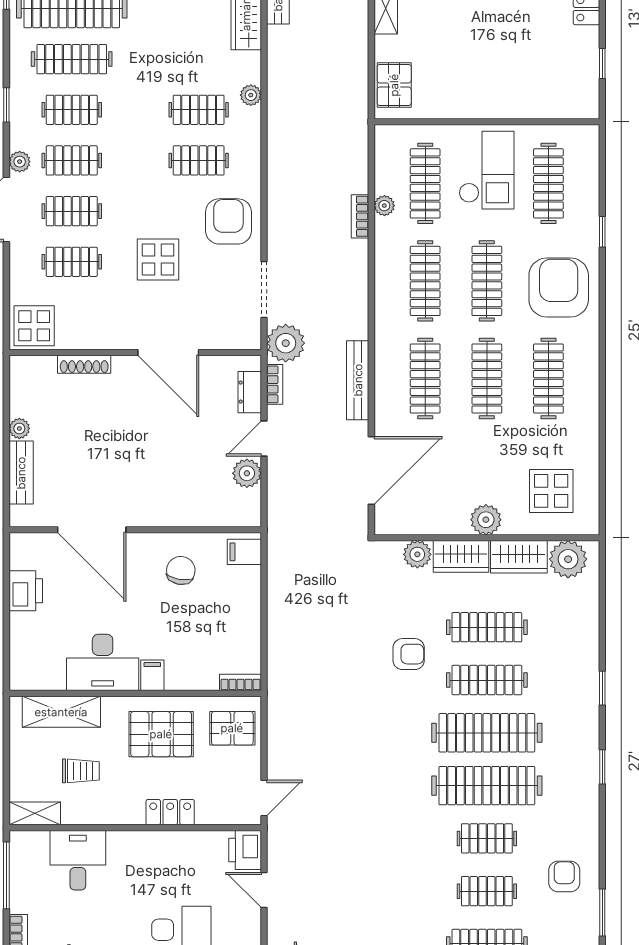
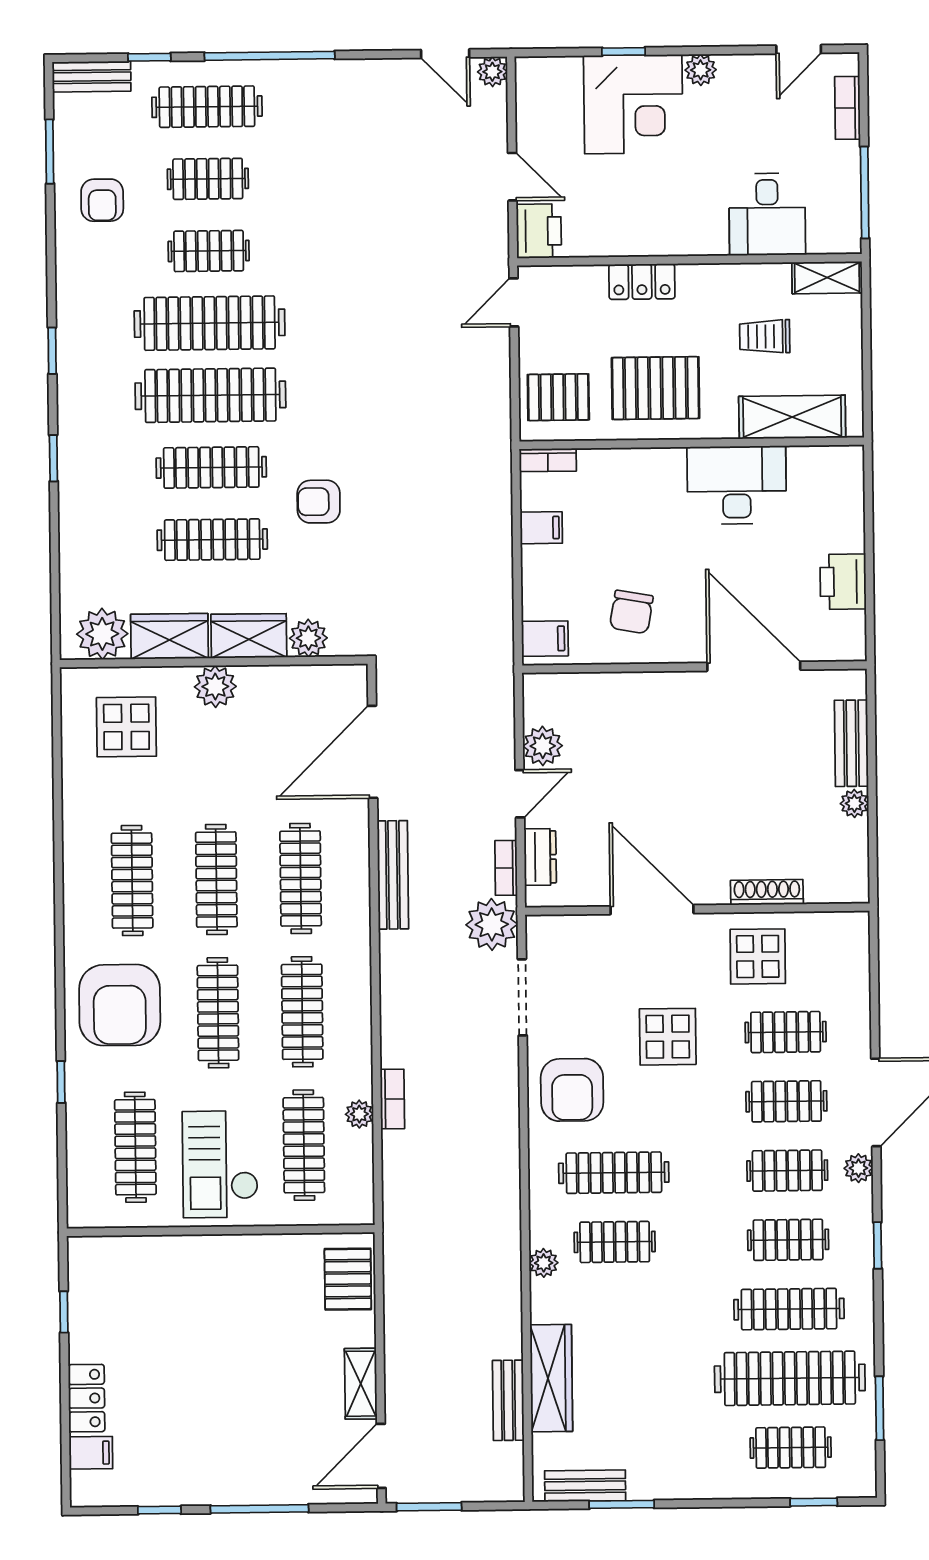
clothes rail: (199, 160) -> (614, 1173), width x1.36
display table: (34, 326) -> (758, 956), moved
filing cabinet: (152, 675) -> (541, 528), moved, turned -90

